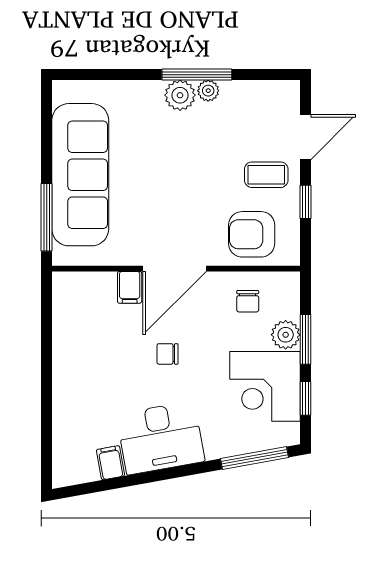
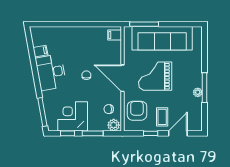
plant: (180, 95) -> (196, 80), removed
door: (305, 137) -> (178, 133), swing flipped
grand piano: (170, 191) -> (155, 76), added
filing cabinet: (130, 287) -> (115, 35), moved
plant: (286, 335) -> (114, 125), moved

